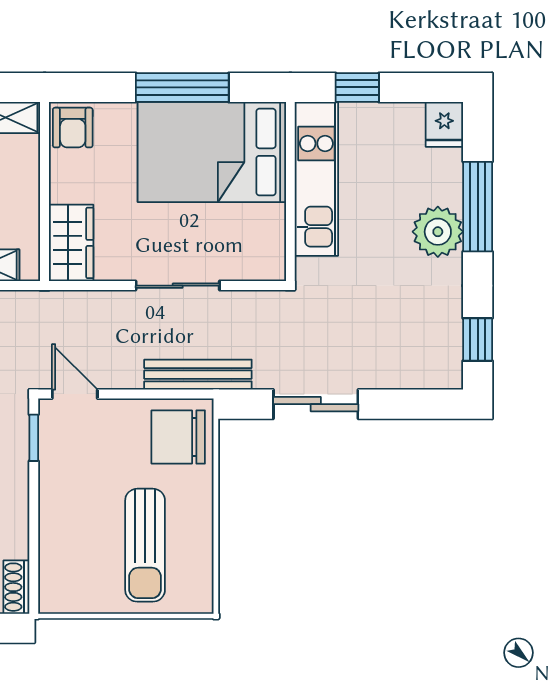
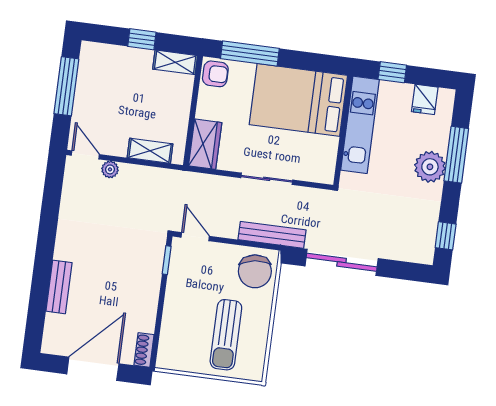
window: (182, 87) -> (250, 53), moved
fridge: (444, 124) -> (425, 99), moved
armchair: (73, 128) -> (215, 74), turned -90
sliding door: (316, 404) -> (342, 262), width x1.37
chair: (178, 437) -> (255, 271), turned -98

